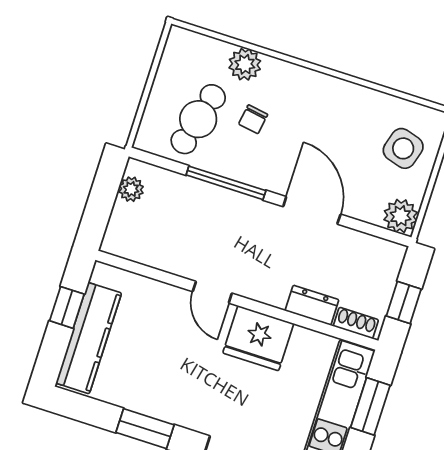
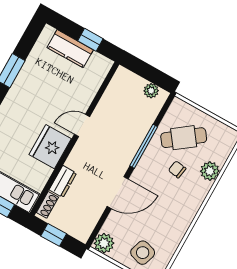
cafe table: (198, 119) -> (184, 138), turned -52
kitchen counter: (89, 338) -> (70, 49), width x0.67

